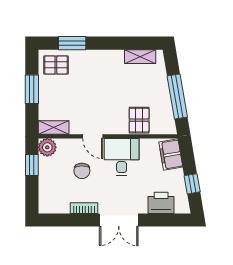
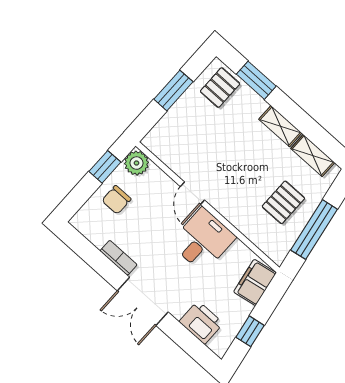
pallet: (56, 65) -> (220, 88), turned 90
pallet: (139, 120) -> (283, 202), moved
shelving: (54, 128) -> (280, 126), moved
chair: (82, 171) -> (116, 200), moved

